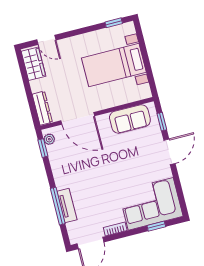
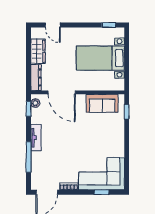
wardrobe: (33, 64) -> (38, 51), moved
door: (169, 152) -> (127, 137), removed
tv unit: (67, 205) -> (36, 138), moved

